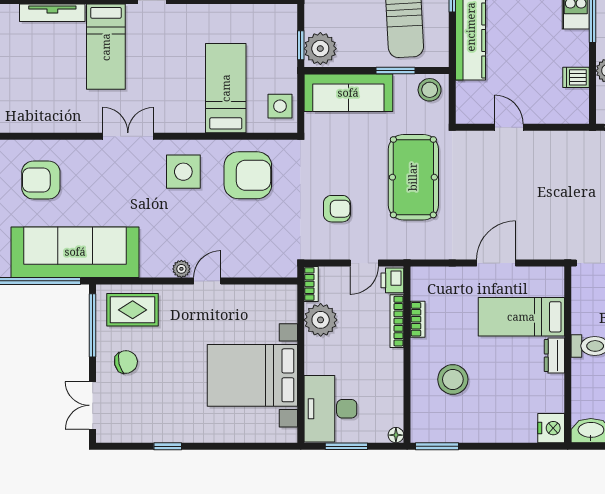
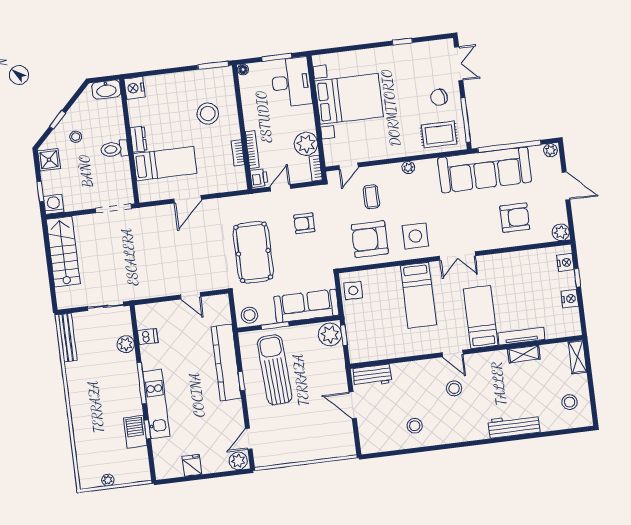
bed: (226, 88) -> (418, 295), moved
coffee table: (238, 234) -> (371, 197), added
door: (207, 281) -> (348, 166), moved

